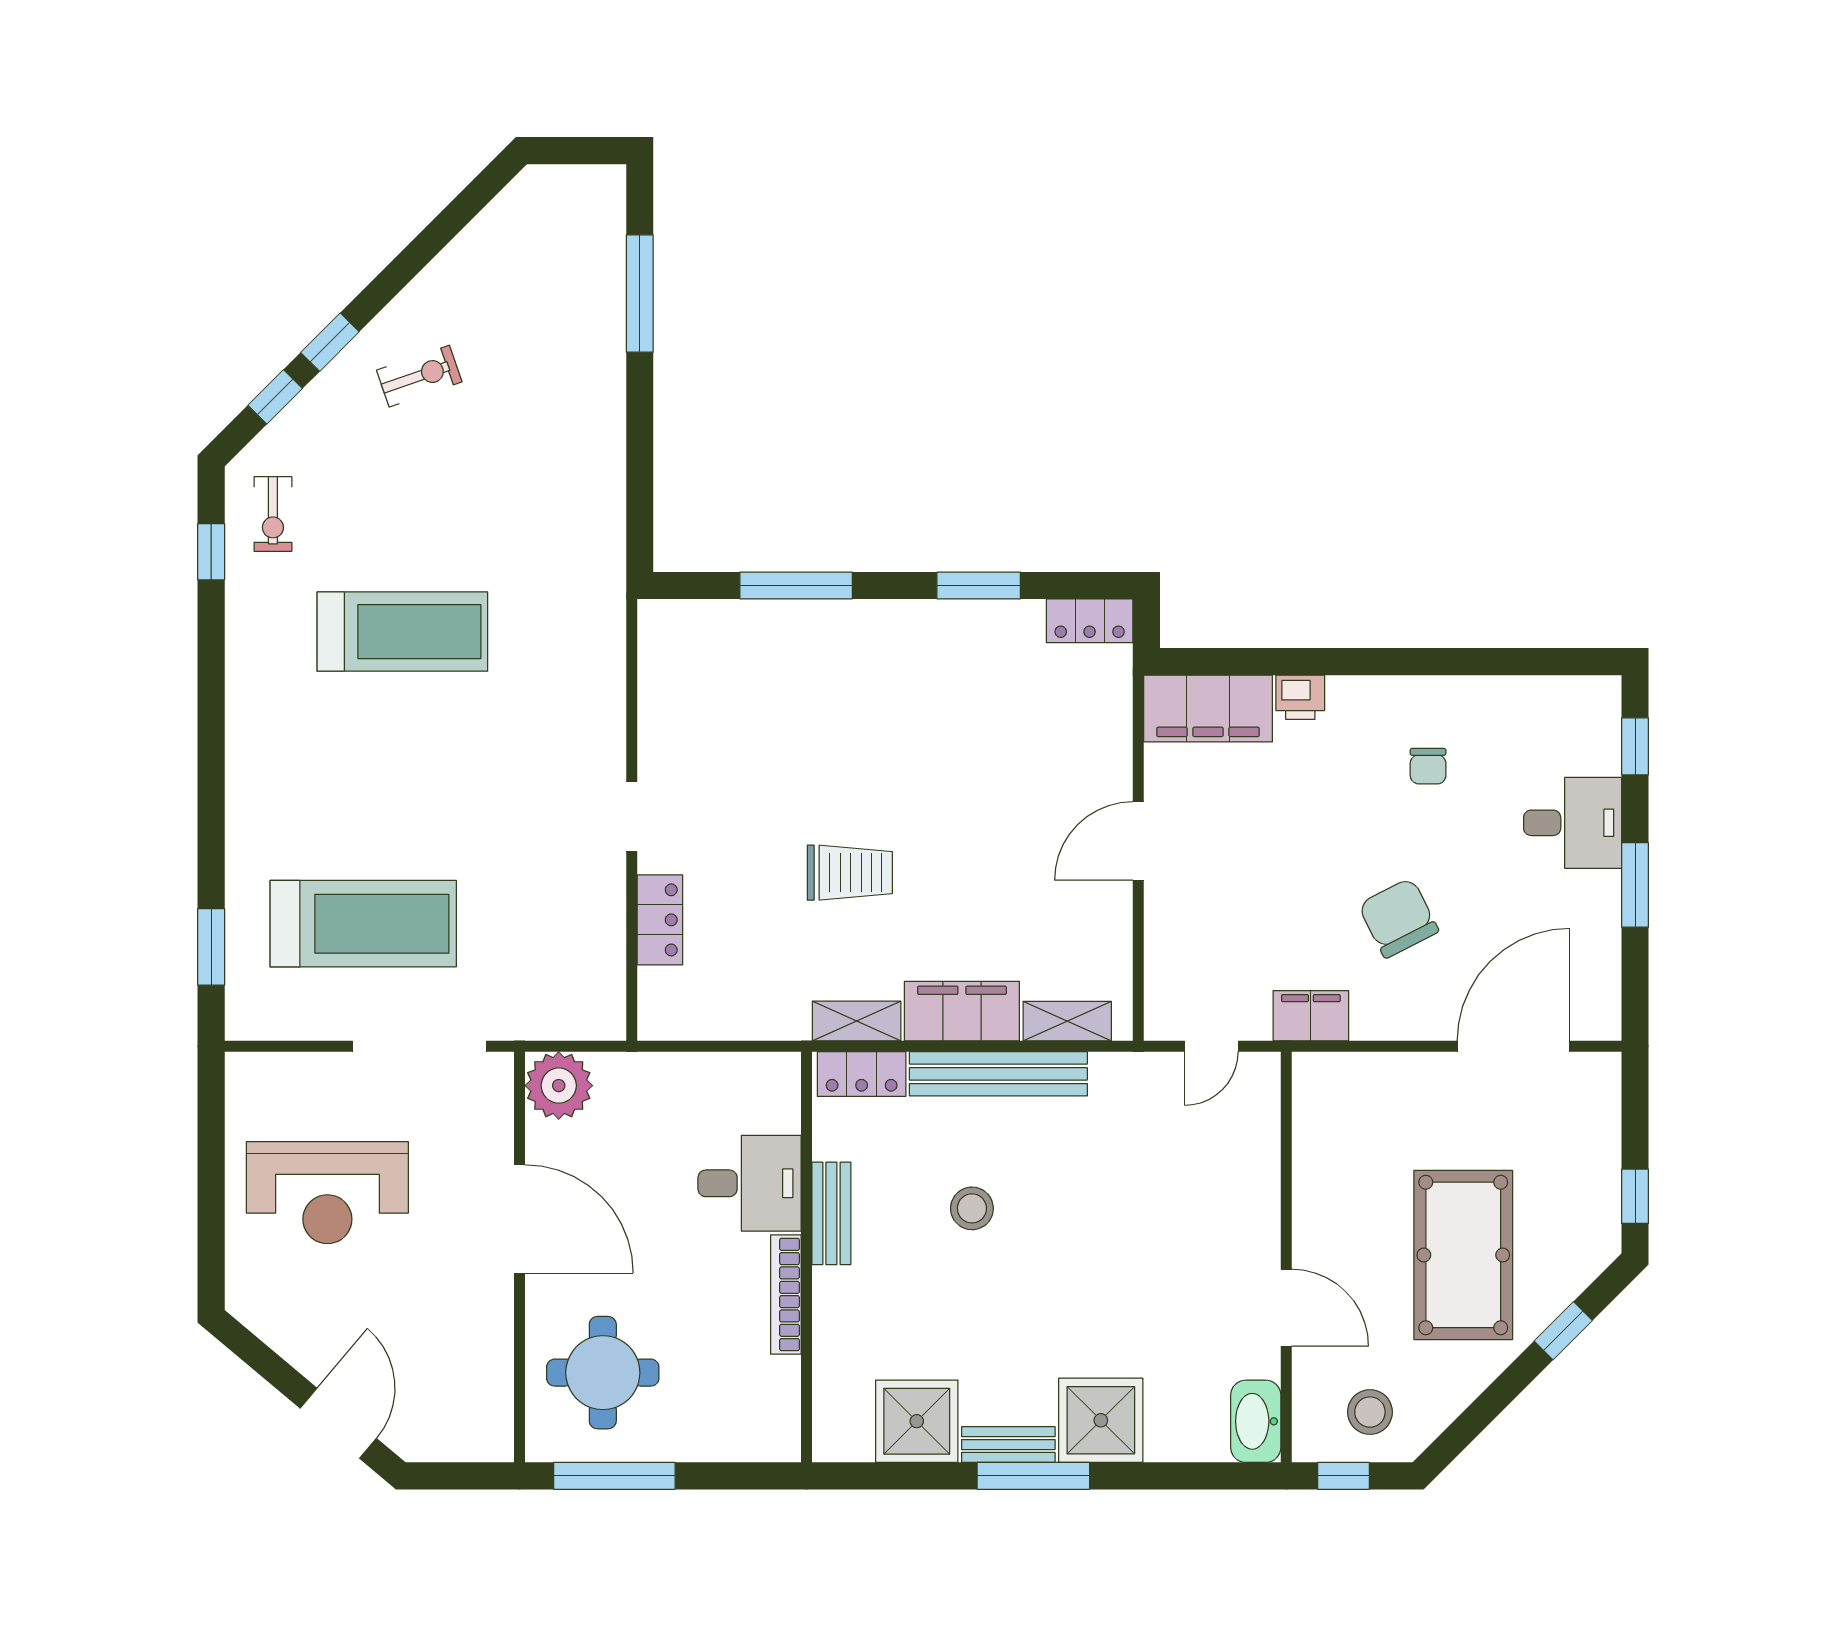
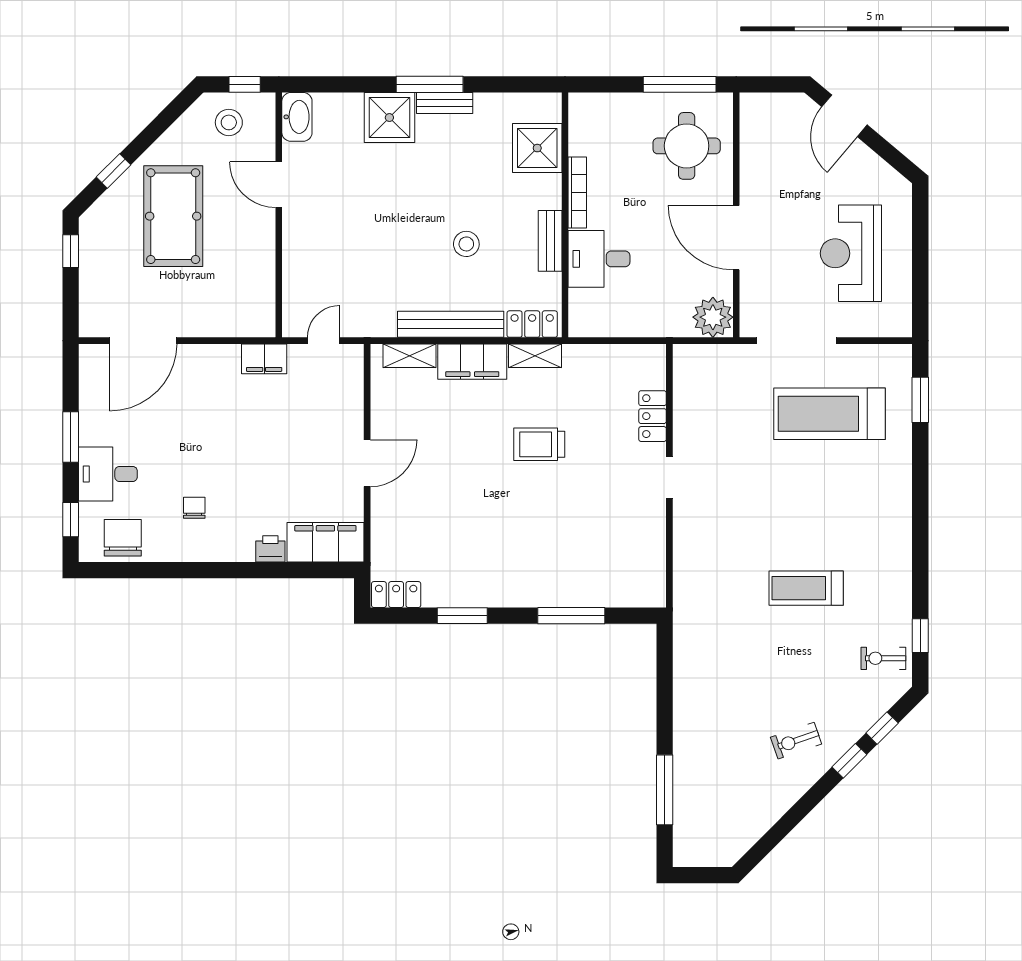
exercise bike: (273, 514) -> (883, 658), turned -90
treadmill: (402, 632) -> (806, 588), width x0.73, depth x0.73
chair: (1398, 918) -> (123, 538), moved, turned -153
reception desk: (327, 1193) -> (851, 253), turned -90
shower: (917, 1421) -> (537, 148), moved

